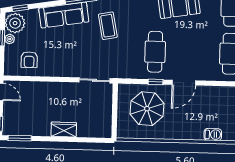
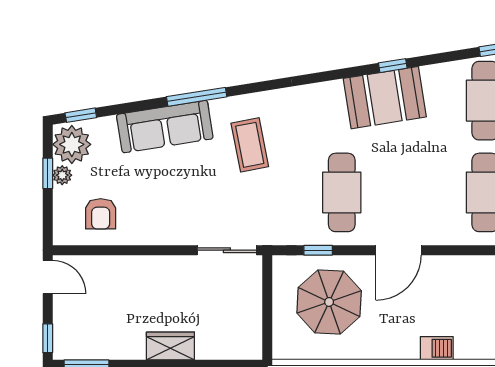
window: (156, 82) -> (318, 250), moved
barbecue: (213, 135) -> (437, 348), moved

